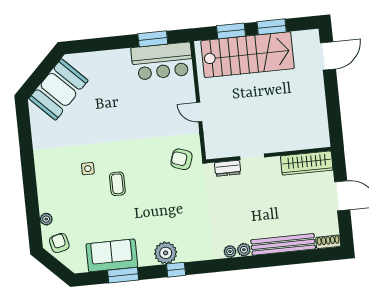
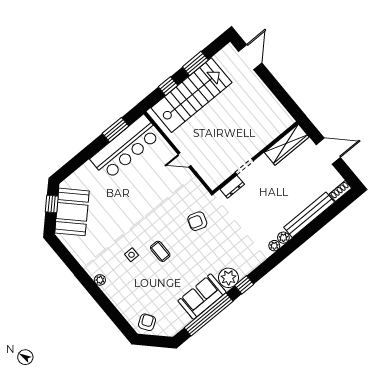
window: (231, 31) -> (168, 86), width x0.67
bar counter: (162, 61) -> (126, 147), width x1.36
window: (44, 69) -> (52, 204), added
armchair: (181, 159) -> (197, 221), moved
plant: (46, 219) -> (100, 280), moved
armchair: (59, 243) -> (147, 322), turned 70
sofa: (112, 255) -> (202, 297), moved
window: (123, 275) -> (209, 314), width x2.11

